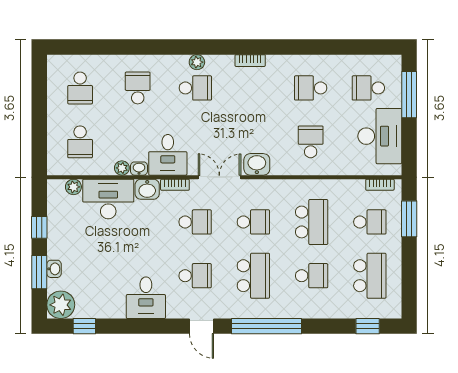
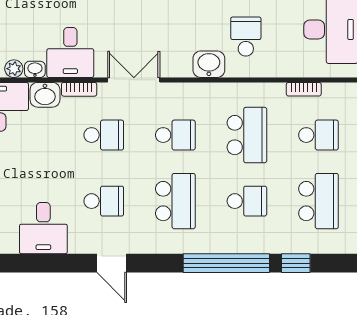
washbasin: (257, 164) -> (209, 64), moved
bookcase: (380, 185) -> (304, 89), moved
window: (267, 326) -> (226, 263), moved
window: (368, 326) -> (296, 263), moved

